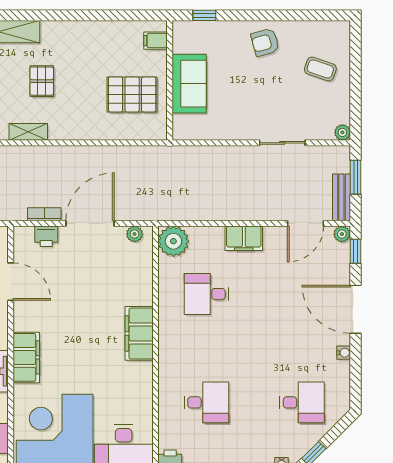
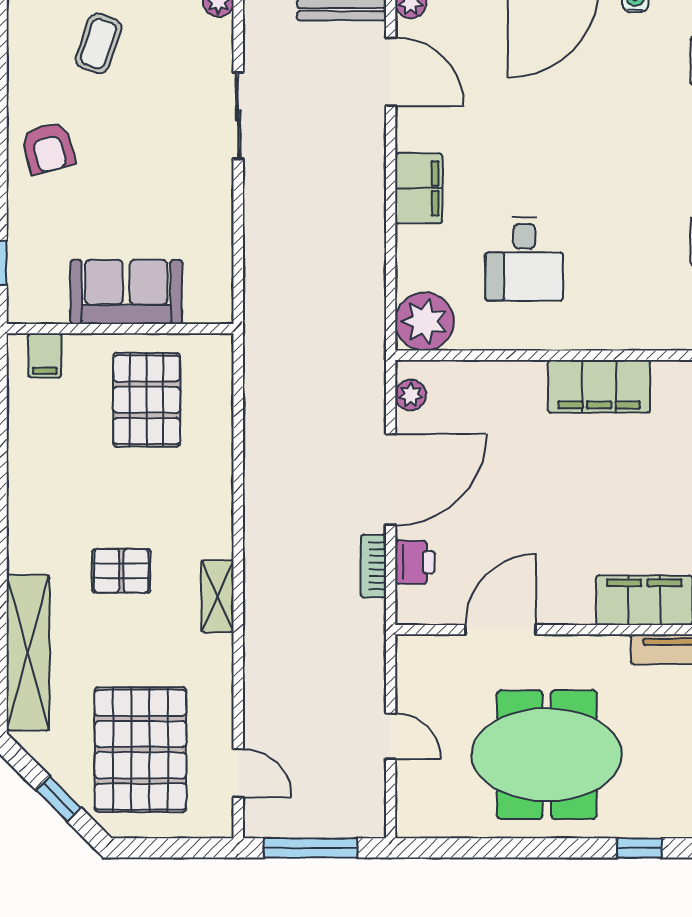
door: (90, 223) -> (391, 479), swing flipped

